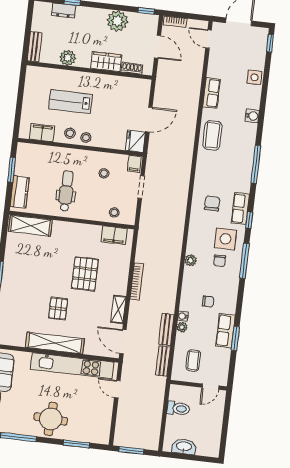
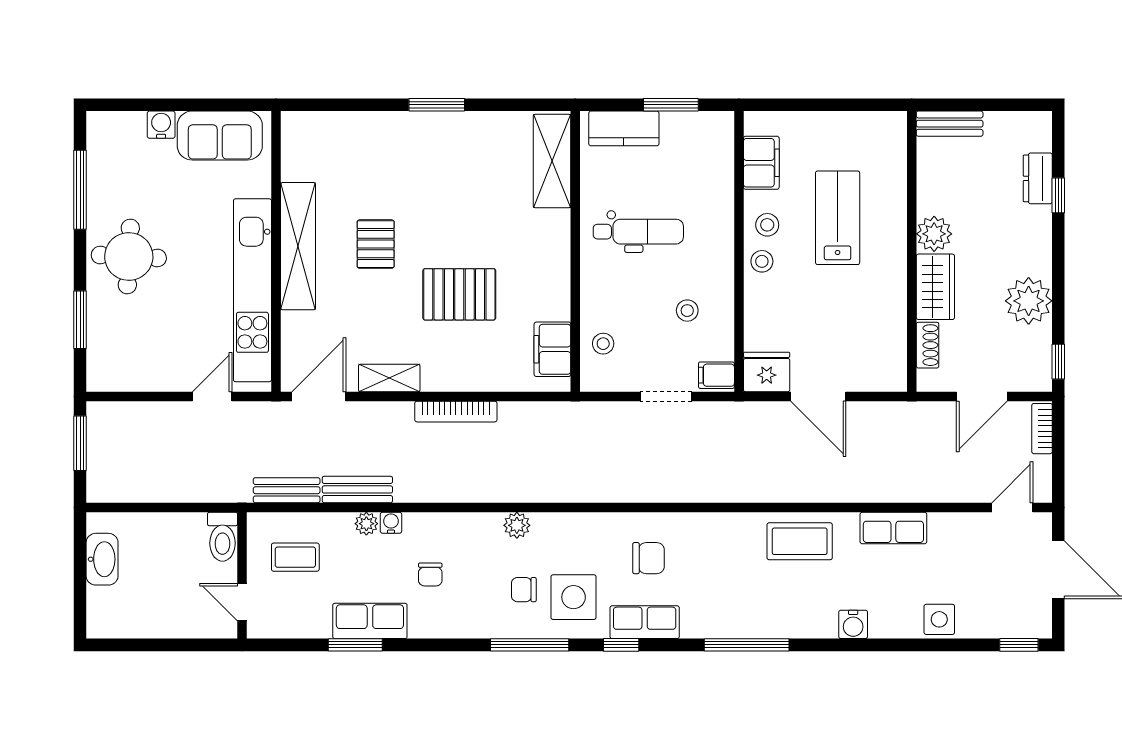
plant: (68, 58) -> (934, 234), moved
pallet: (58, 308) -> (376, 244), turned 90
toilet: (178, 409) -> (222, 537), moved

